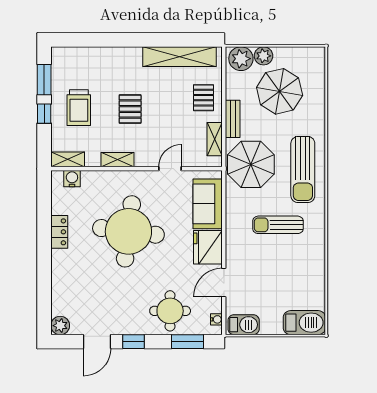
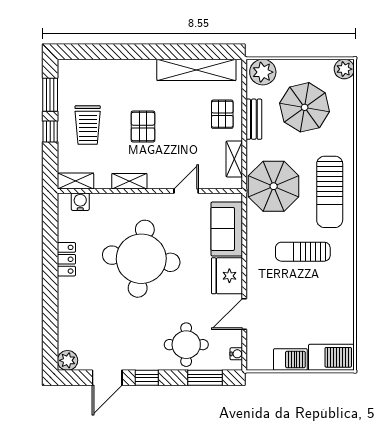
plant: (263, 56) -> (344, 69), moved
bench: (233, 119) -> (254, 119), moved
barbecue: (244, 325) -> (290, 360), moved

